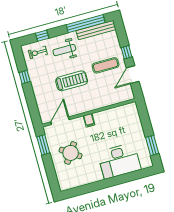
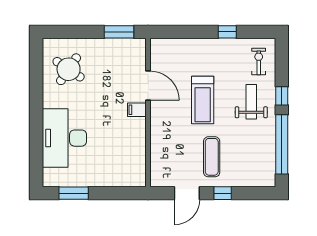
bench: (96, 30) -> (268, 157), removed
window: (42, 36) -> (282, 96), moved
door: (133, 75) -> (187, 193), swing flipped
door: (60, 121) -> (148, 86), moved
round table: (71, 153) -> (69, 69), moved

